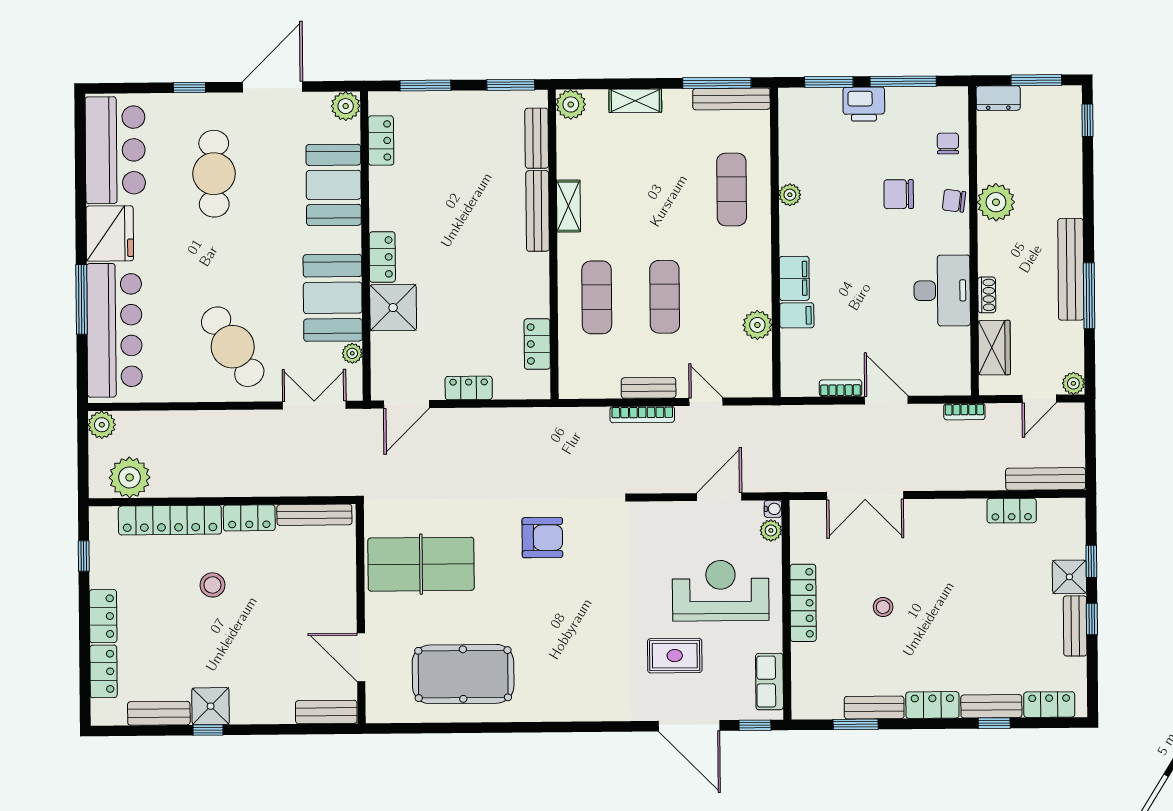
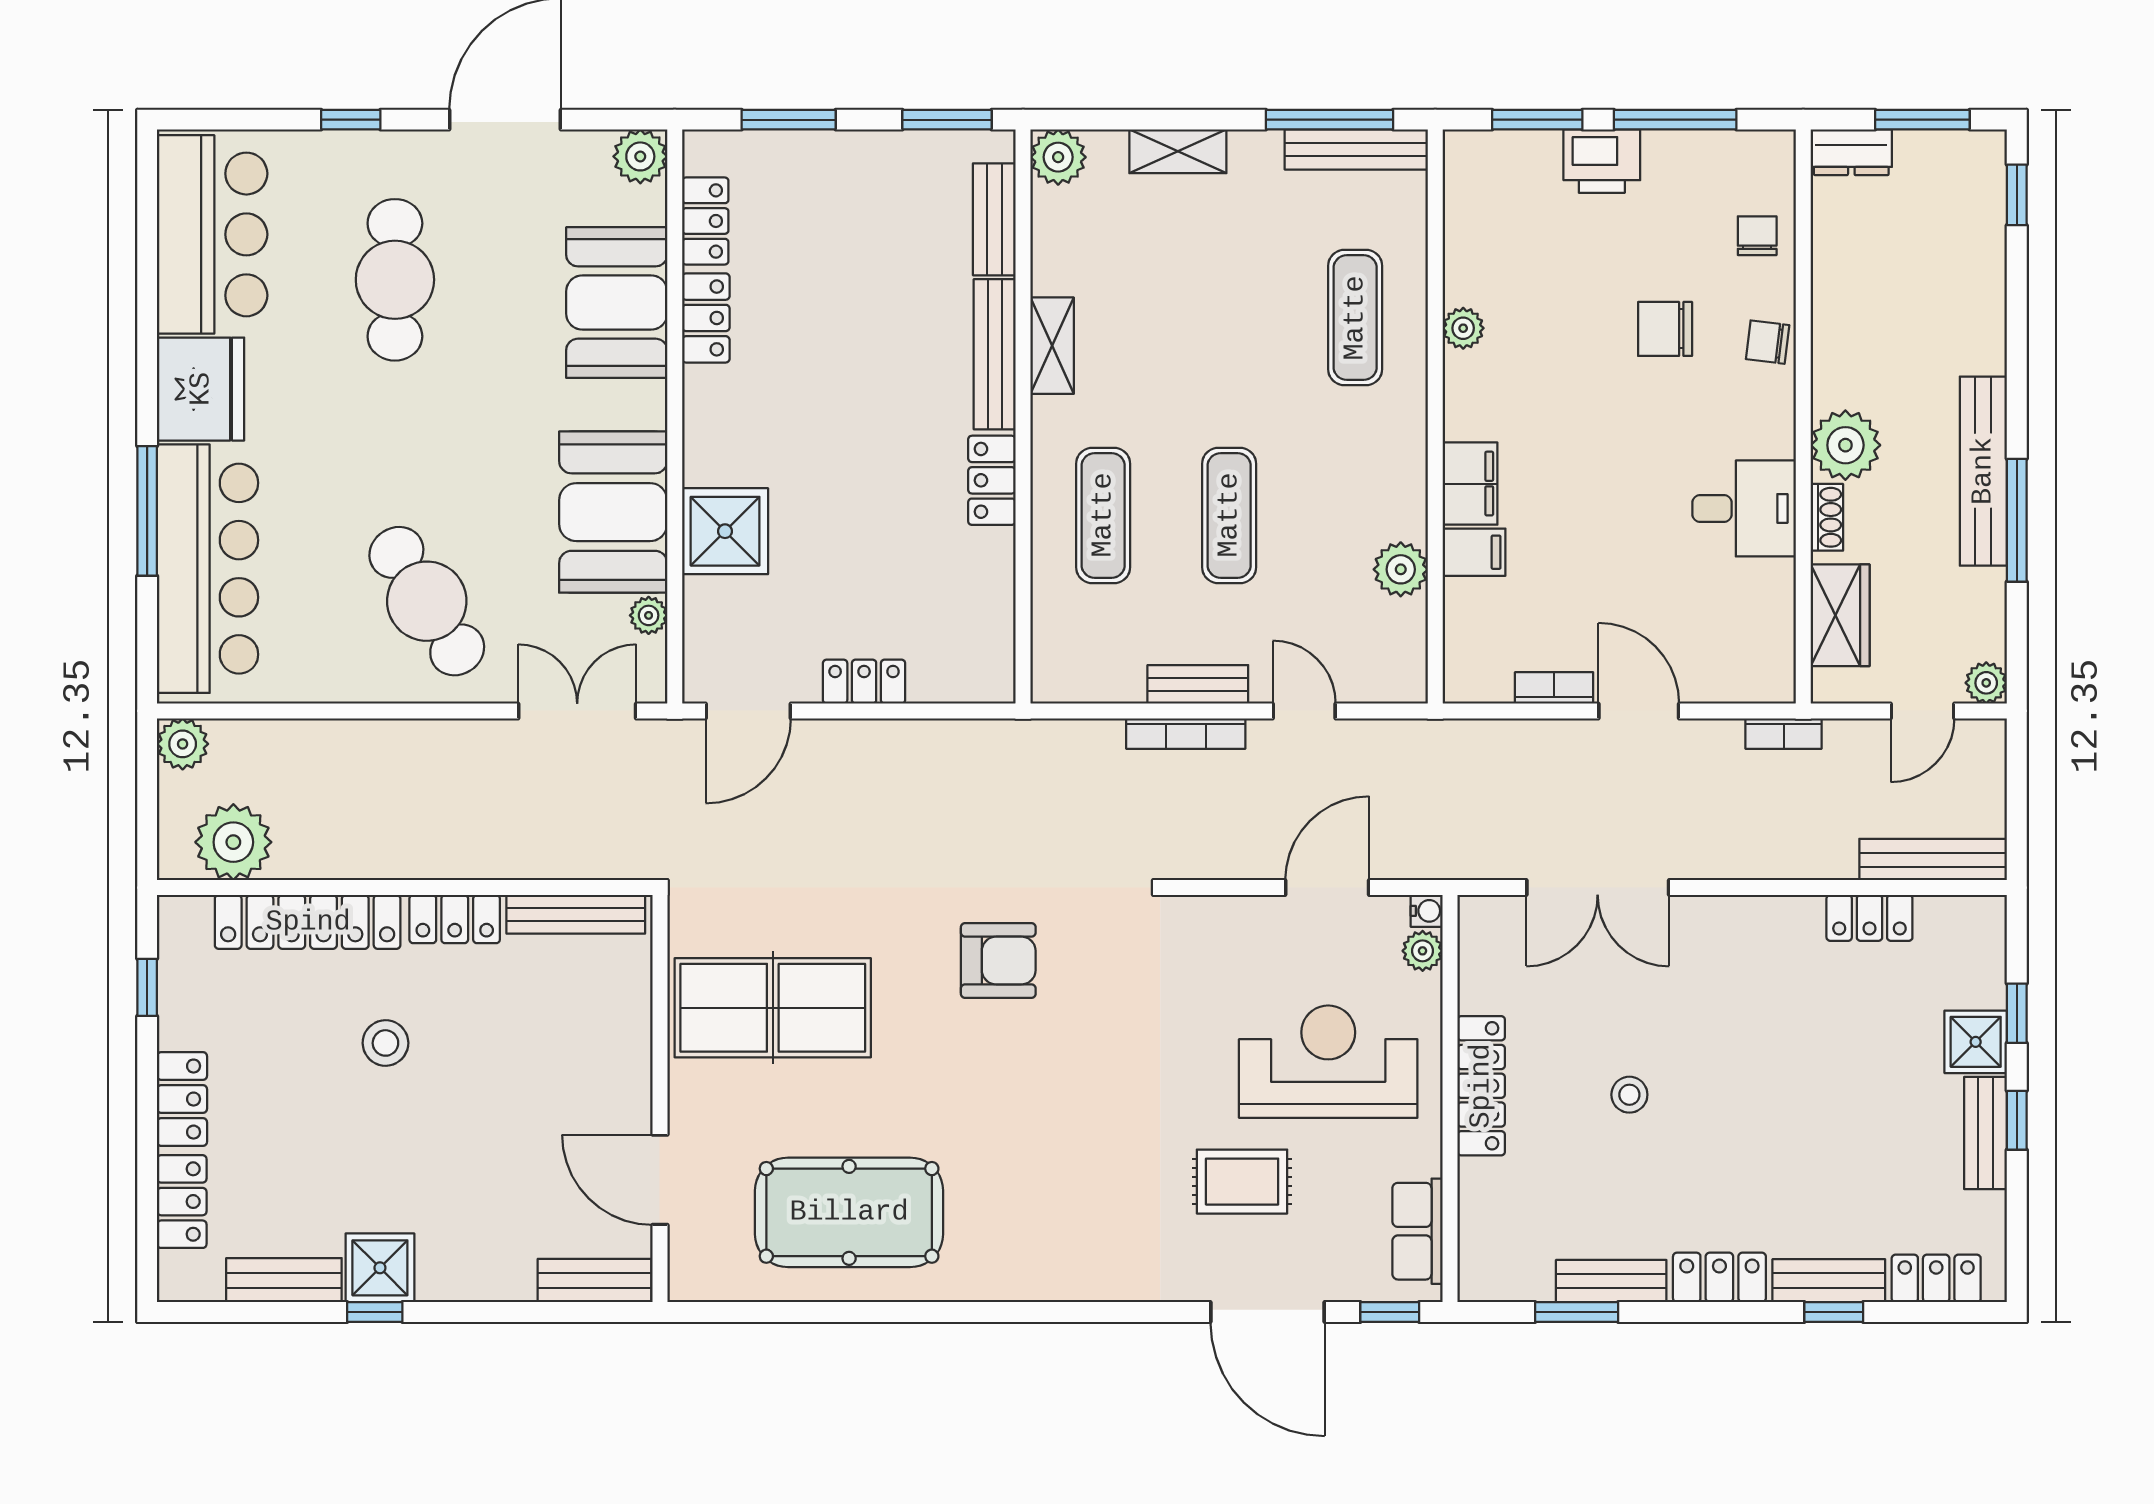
plant: (996, 202) -> (1845, 445), moved
locker: (382, 257) -> (706, 318), moved
desk: (942, 291) -> (1744, 508), width x0.73
locker: (537, 344) -> (992, 480), moved

